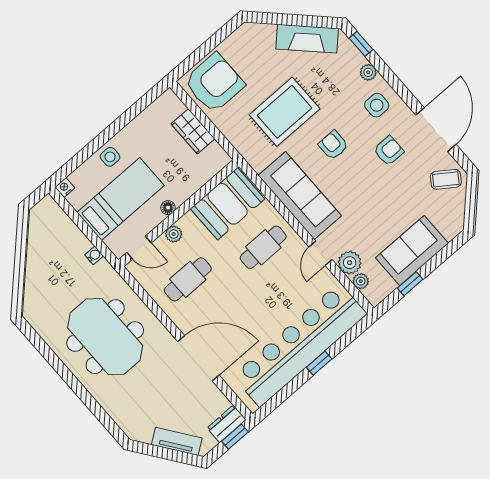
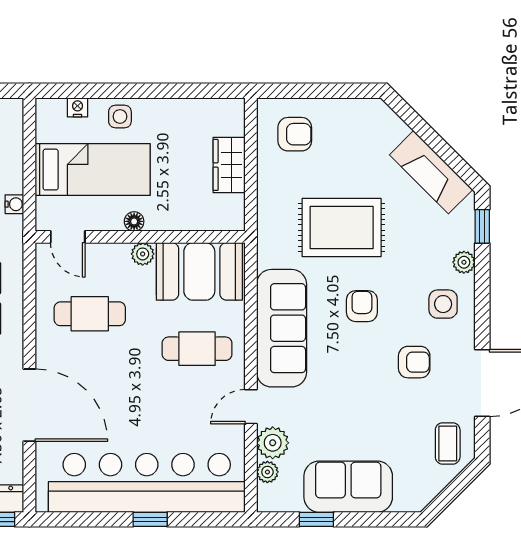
armchair: (214, 83) -> (295, 134), width x0.53, depth x0.53
coffee table: (446, 179) -> (448, 443), turned 55
nightstand: (65, 188) -> (78, 107), moved
plant: (174, 234) -> (143, 254), moved

